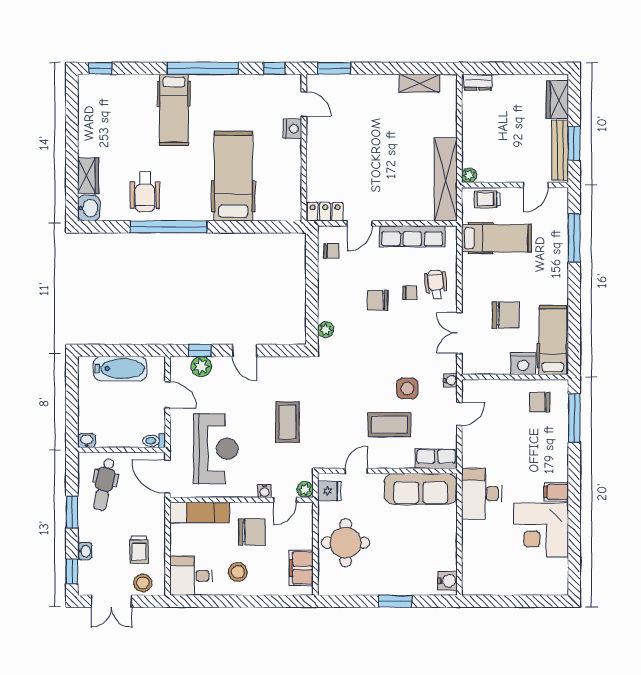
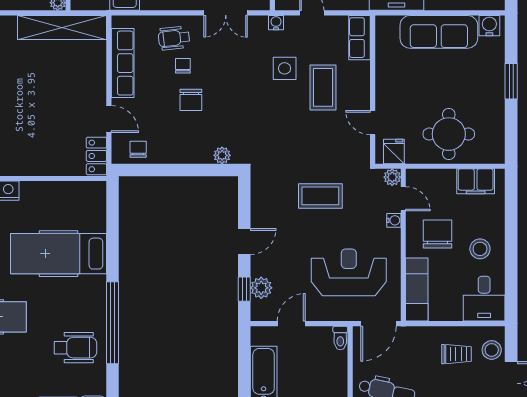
sofa: (421, 489) -> (439, 32), moved, turned 90

